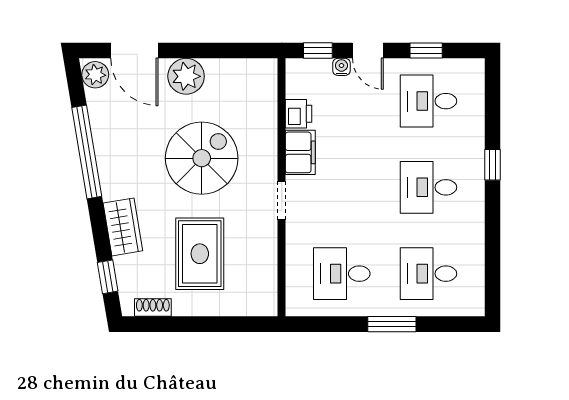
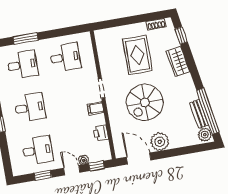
door: (134, 51) -> (139, 159), moved
bench: (99, 117) -> (199, 114), added
window: (87, 152) -> (208, 111), moved
filing cabinet: (300, 152) -> (96, 108), width x0.50
window: (392, 324) -> (25, 38), moved

